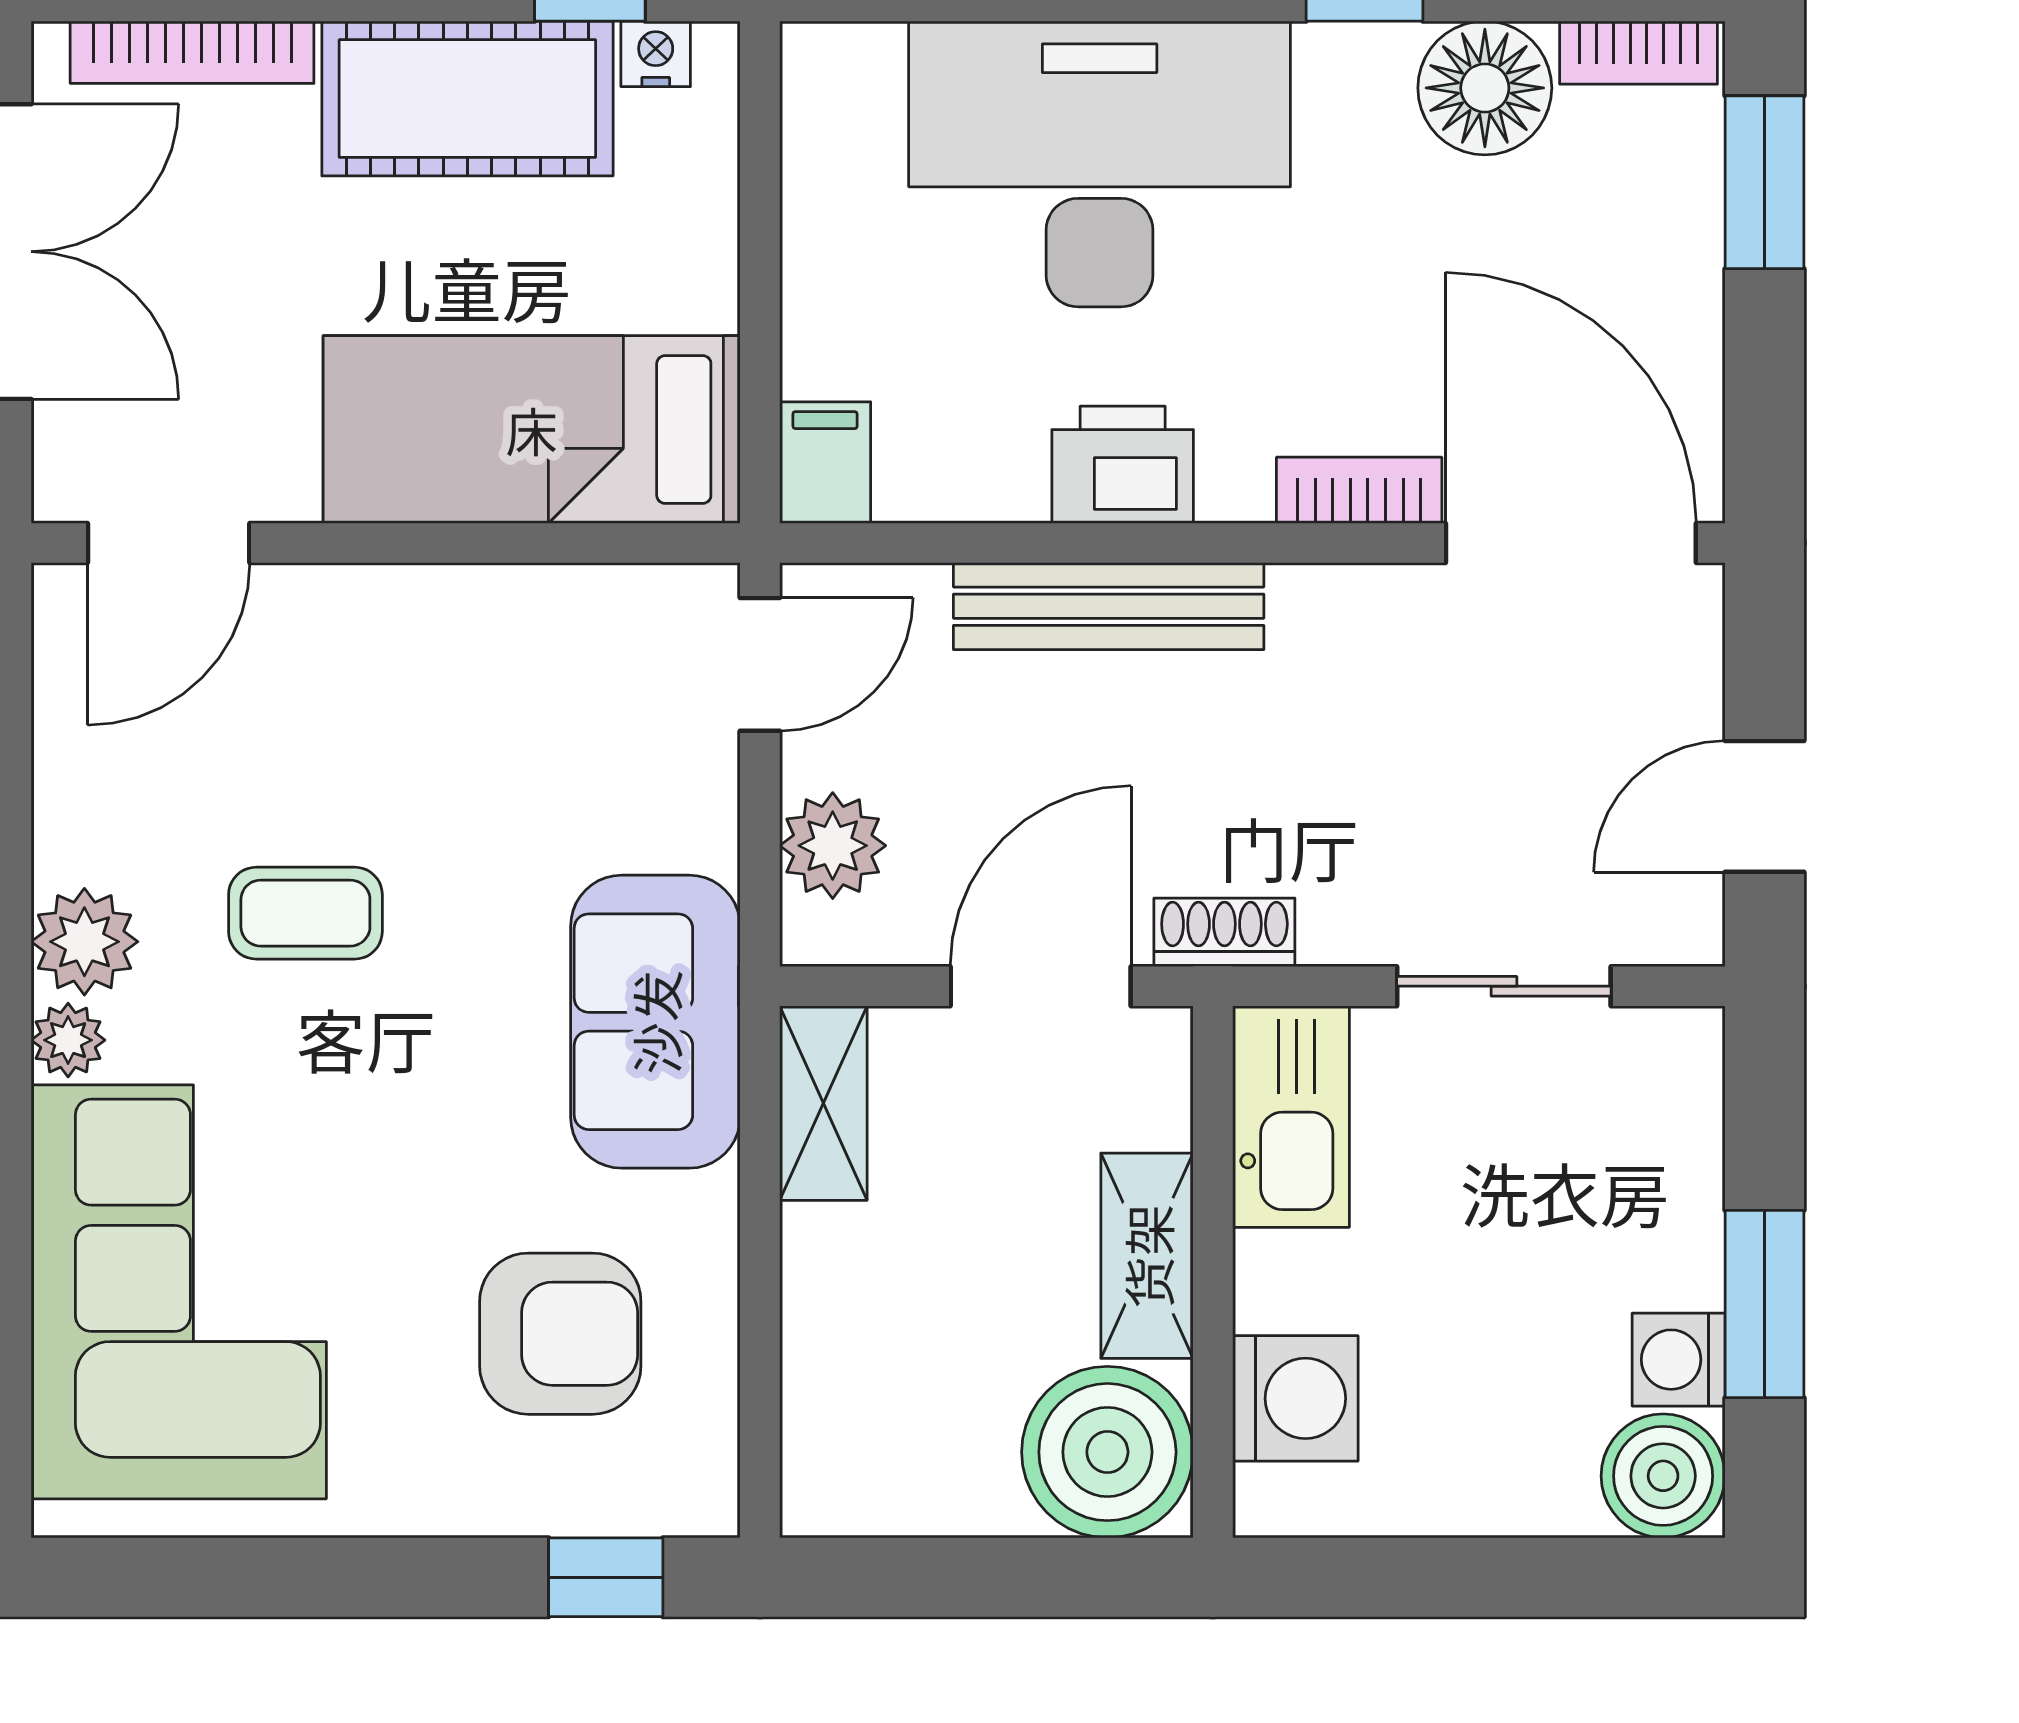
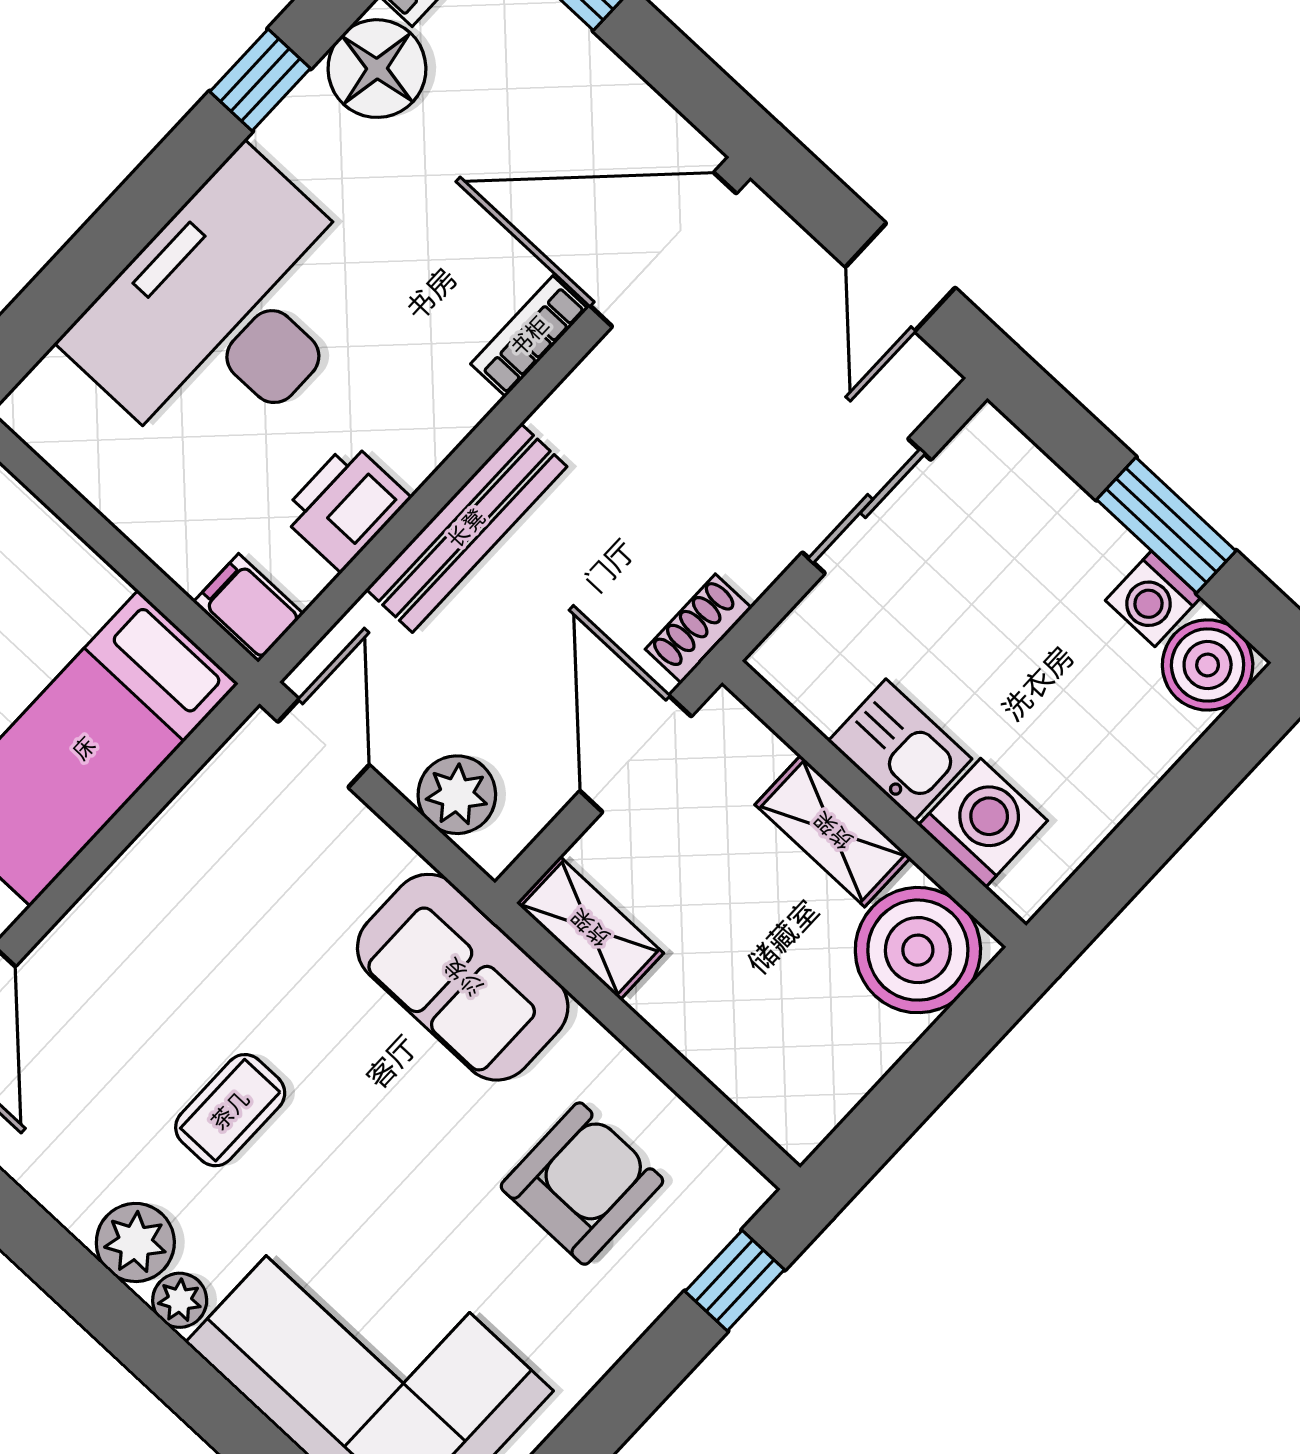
printer: (1123, 465) -> (345, 506), moved
kitchen sink: (1291, 1117) -> (900, 750), moved, width x0.73

